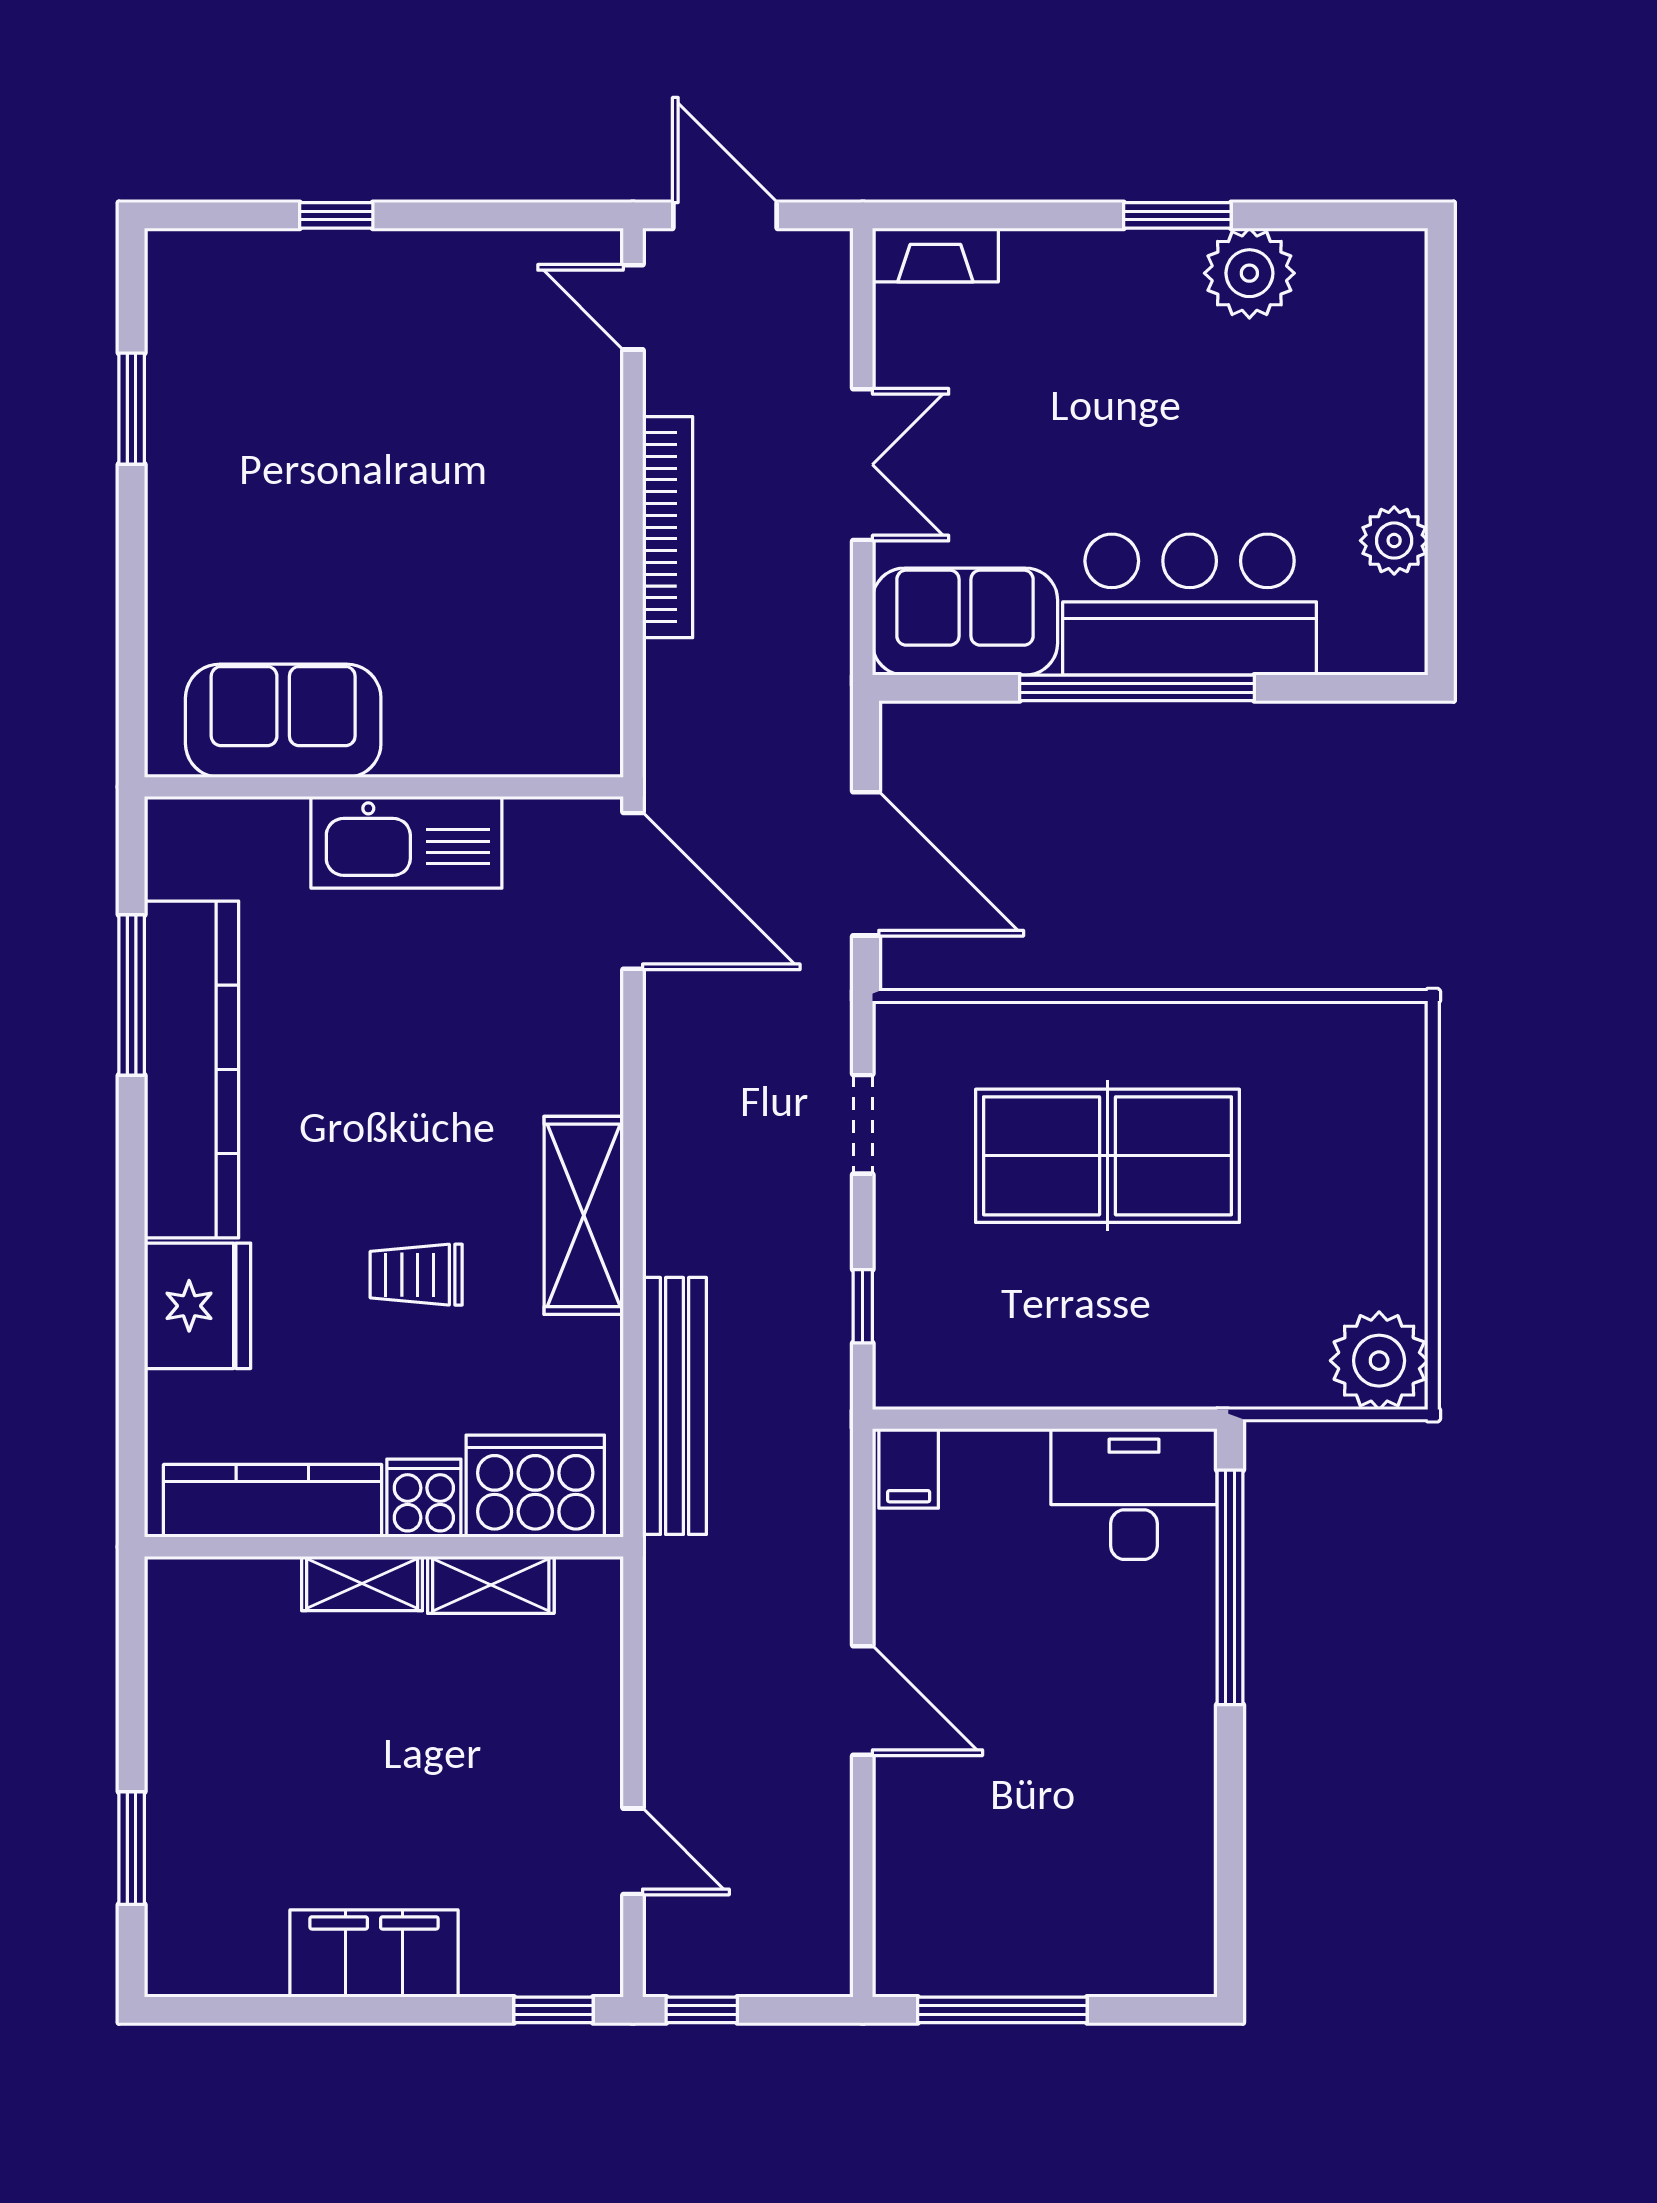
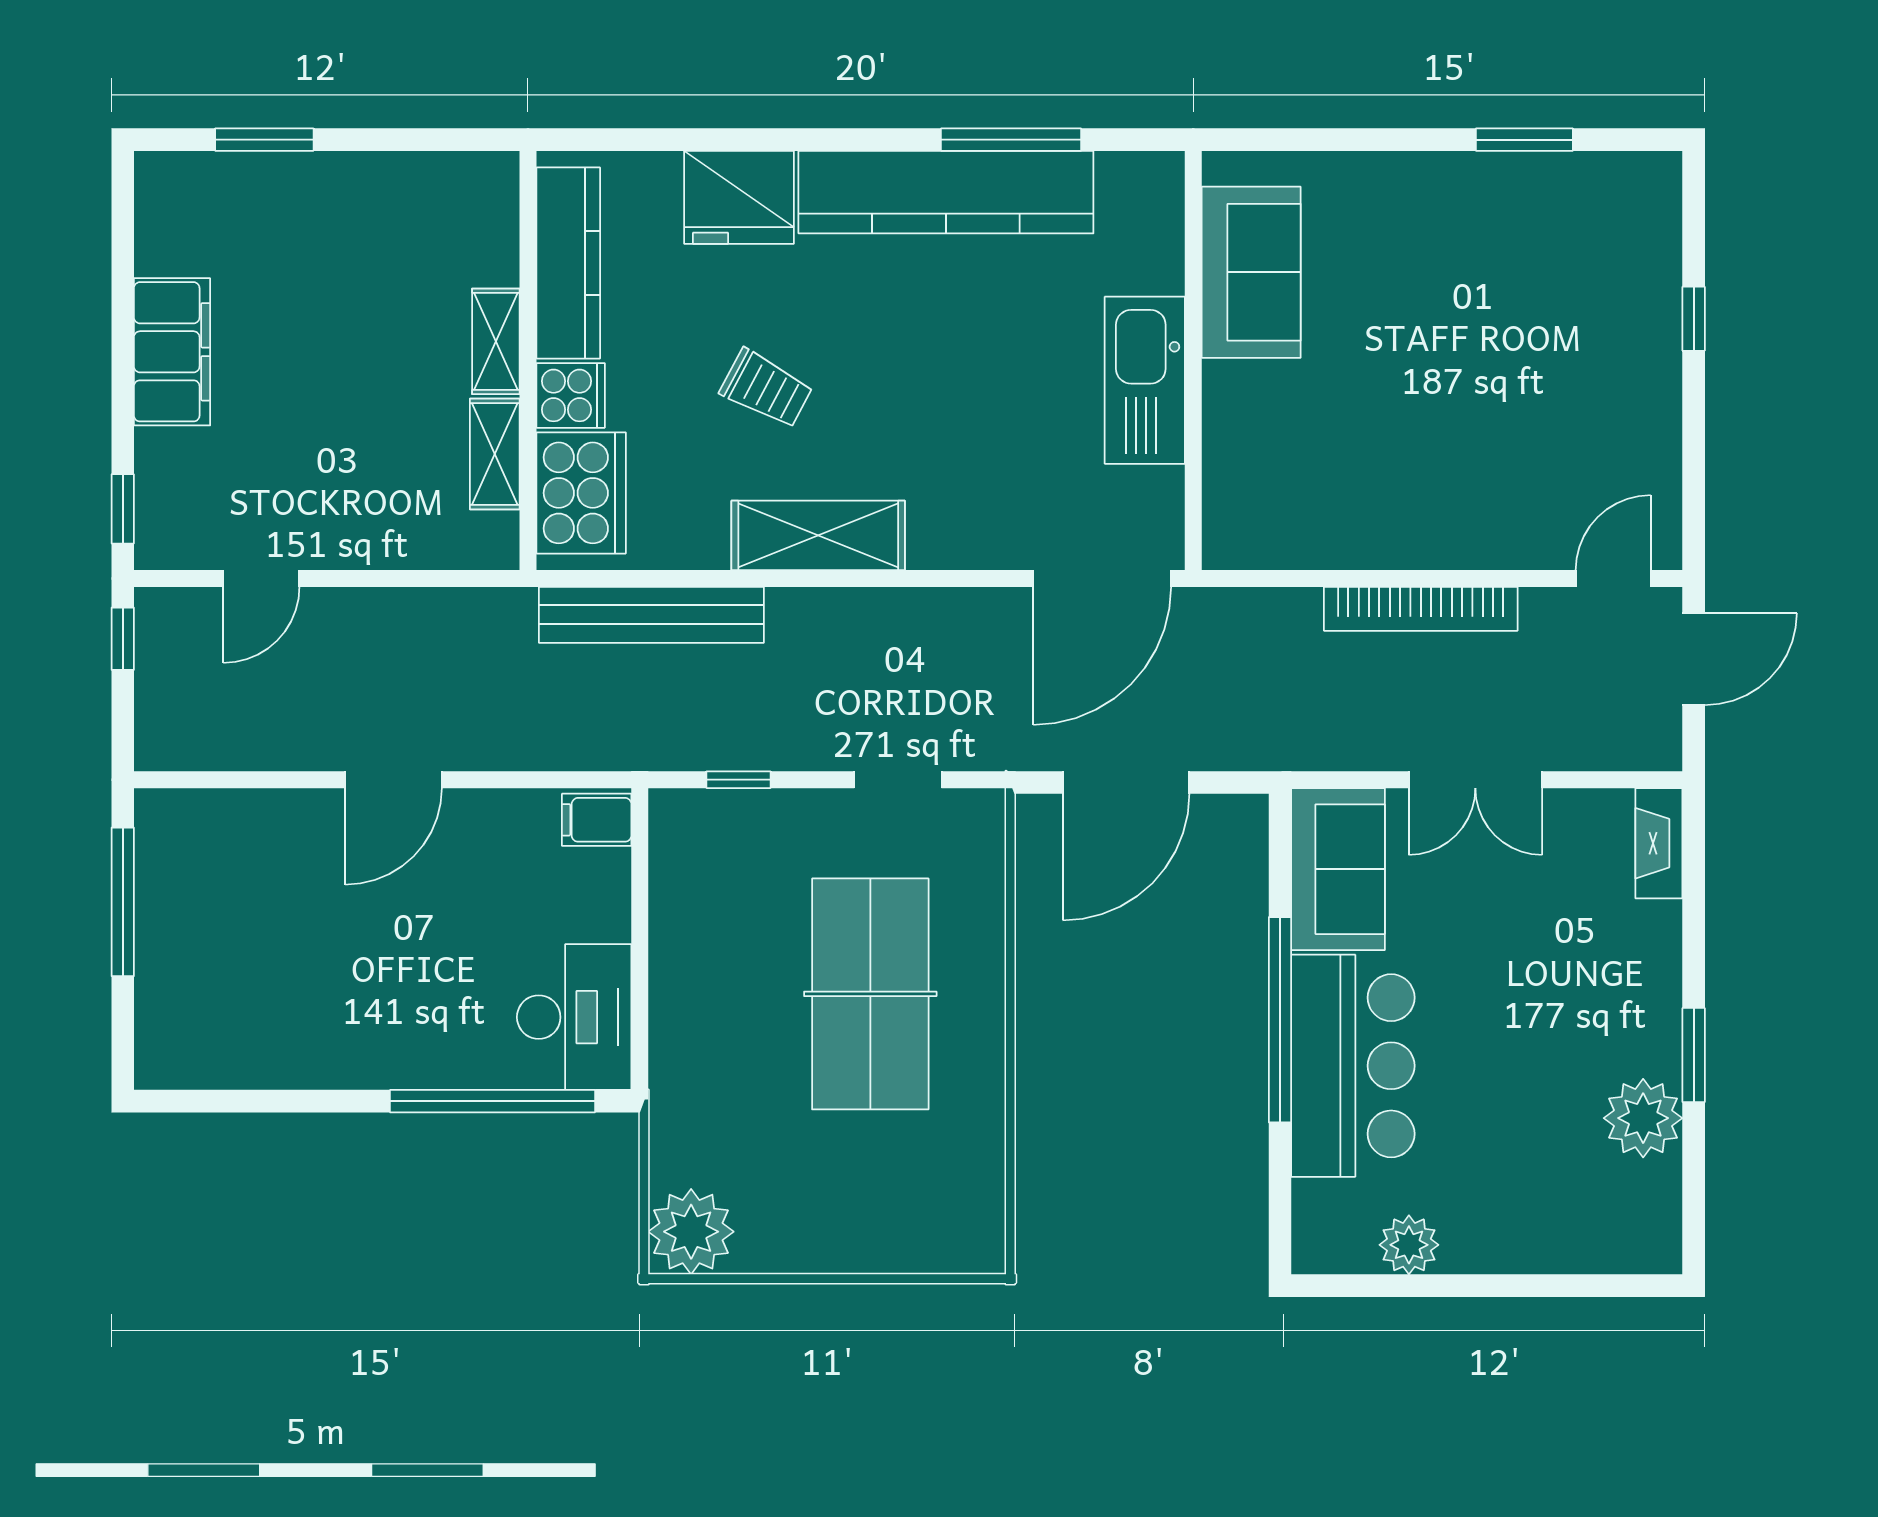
trolley: (416, 1275) -> (766, 389), turned 118

